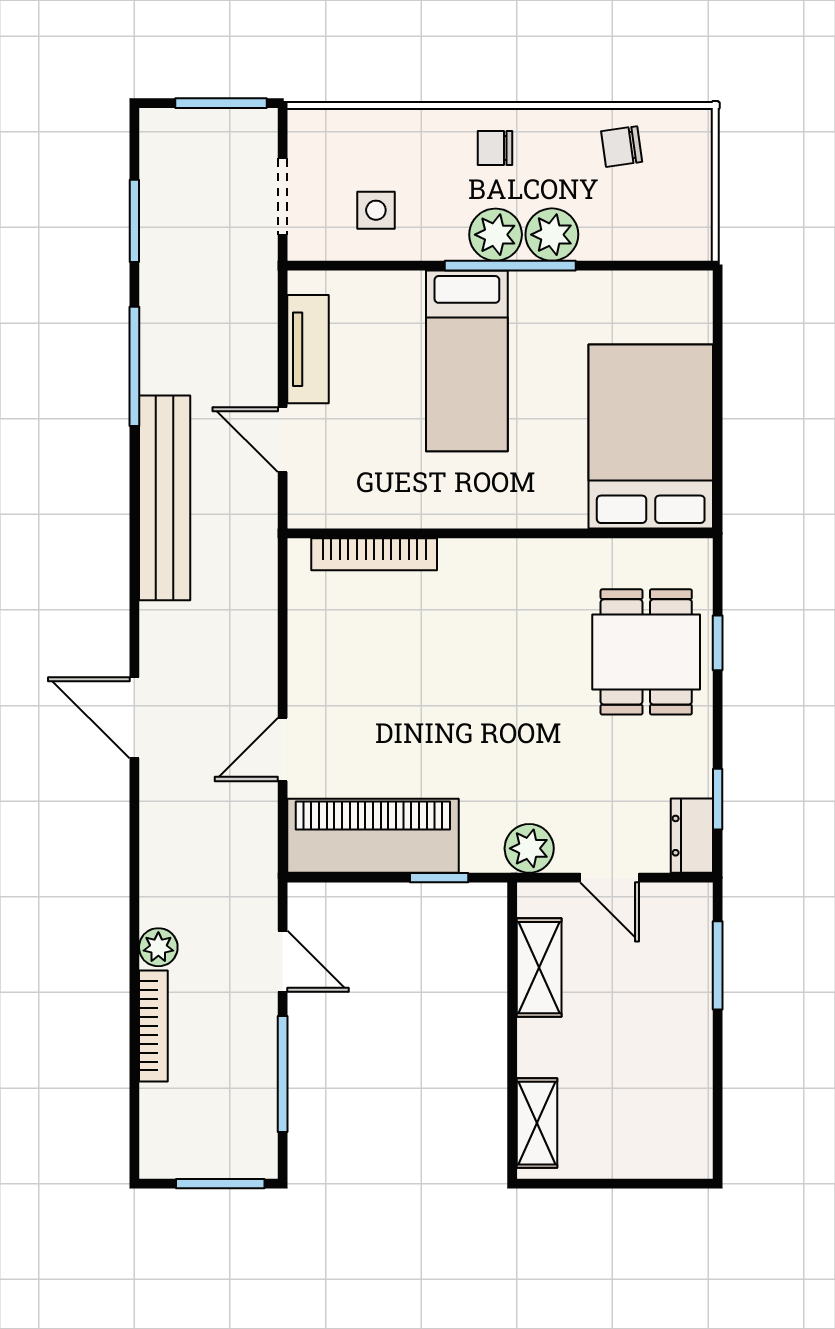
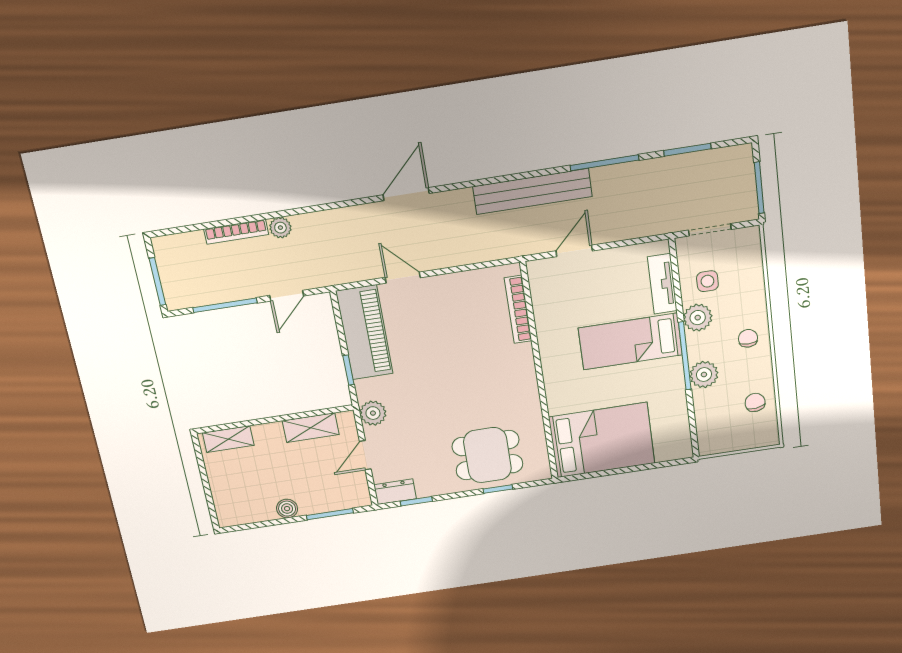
plant: (496, 235) -> (698, 318), moved
tv unit: (308, 349) -> (662, 284), moved, turned 90
boiler: (693, 1043) -> (287, 509), added

